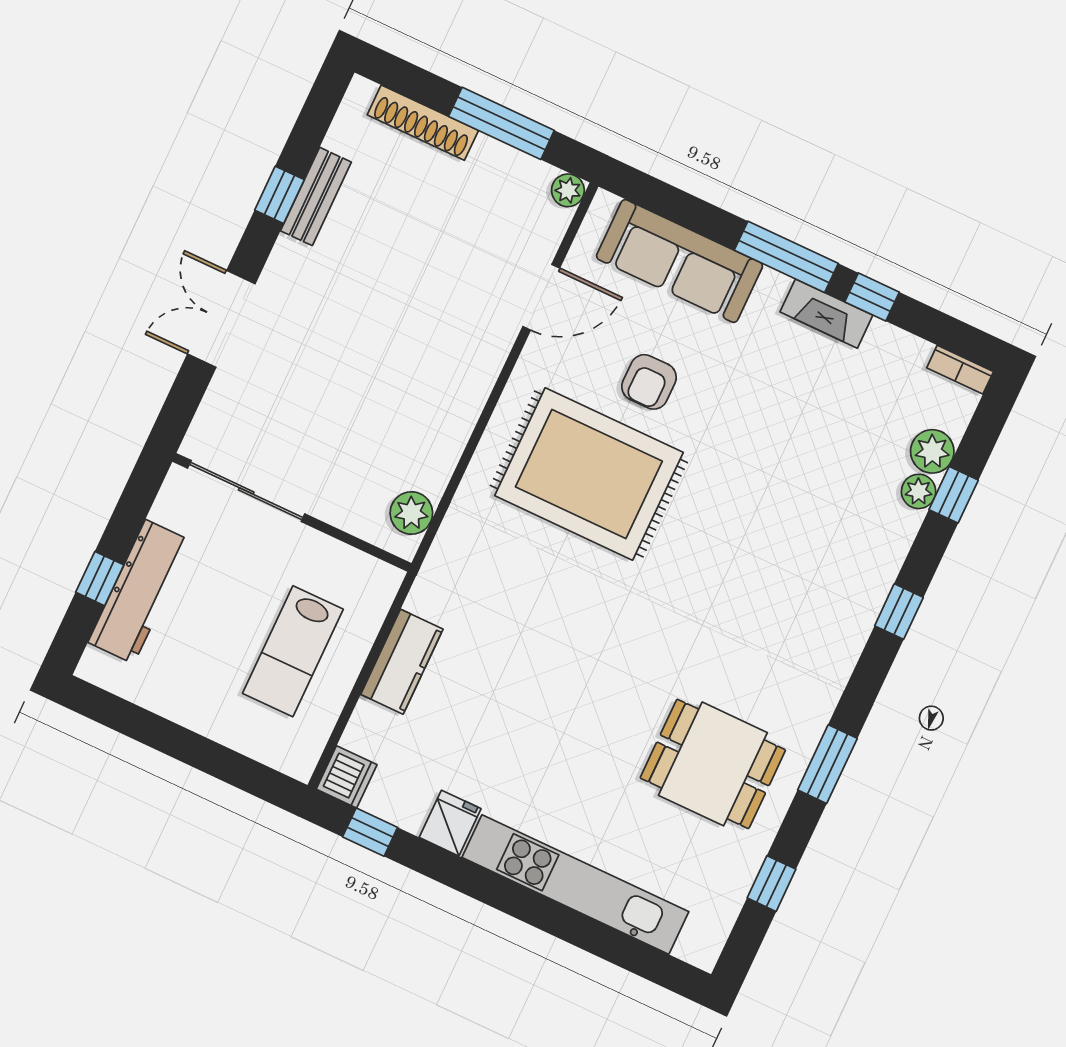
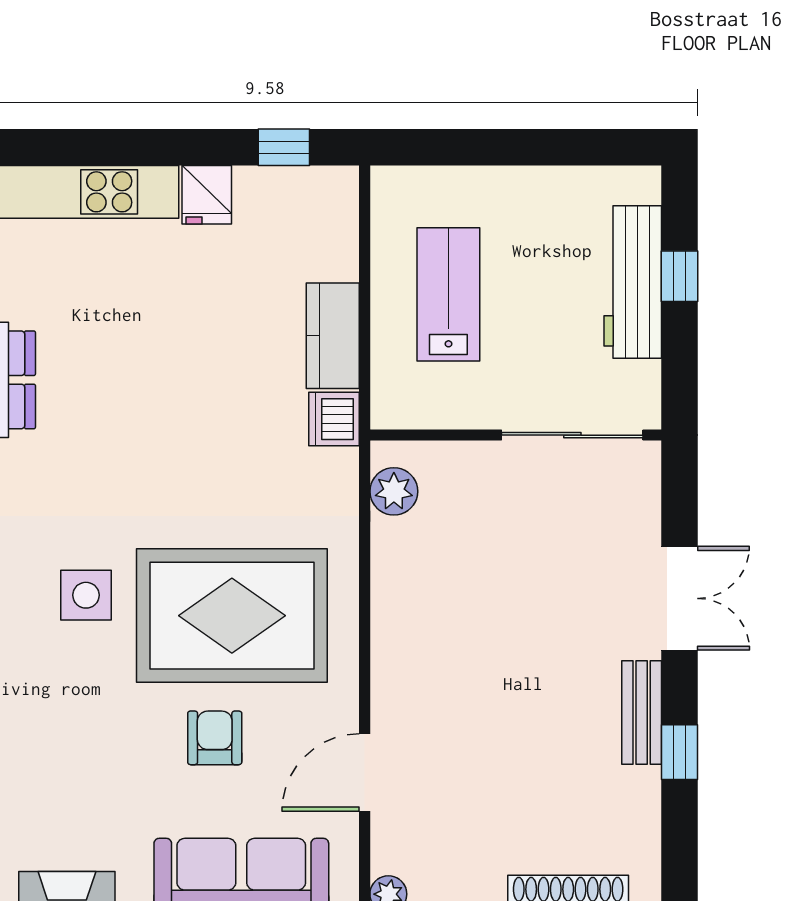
bench: (316, 196) -> (642, 712), moved
side table: (699, 546) -> (86, 595), added
dishwasher: (347, 777) -> (334, 419), moved

